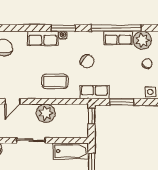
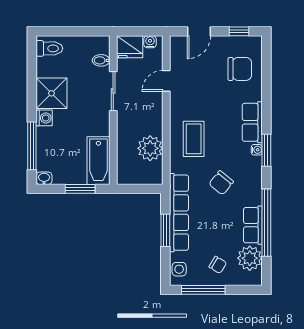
row of seats: (94, 92) -> (179, 213), width x2.02
door: (12, 101) -> (166, 81), hinge flipped
plant: (46, 113) -> (150, 148), moved
window: (91, 116) -> (146, 189), removed
sliding door: (31, 140) -> (113, 91), moved

